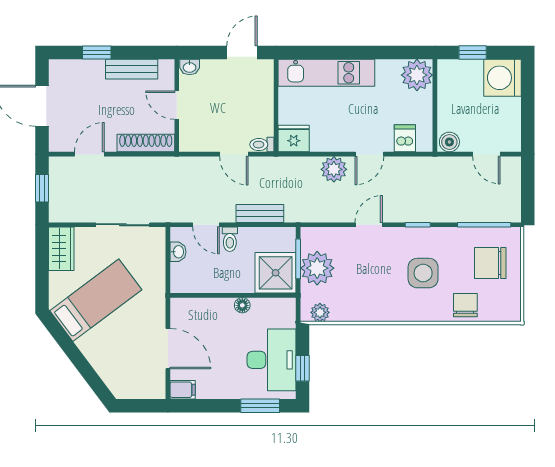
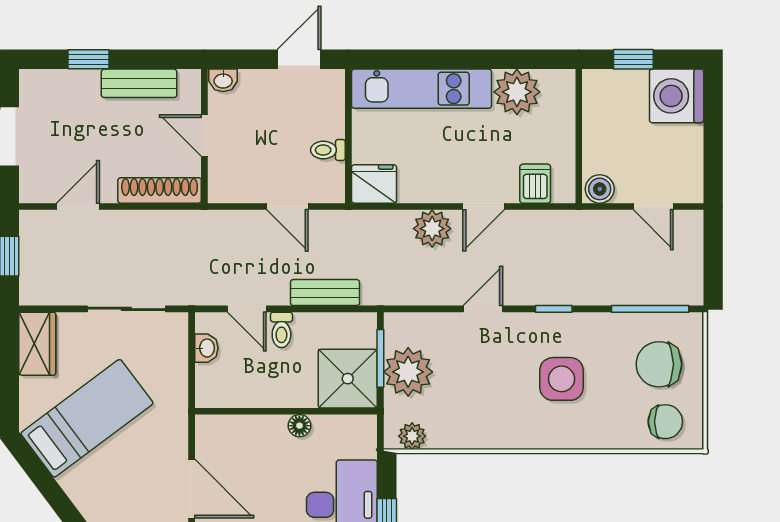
plant: (417, 75) -> (517, 92), moved
toilet: (262, 145) -> (328, 150), moved
chair: (465, 305) -> (665, 422), moved, turned 90

